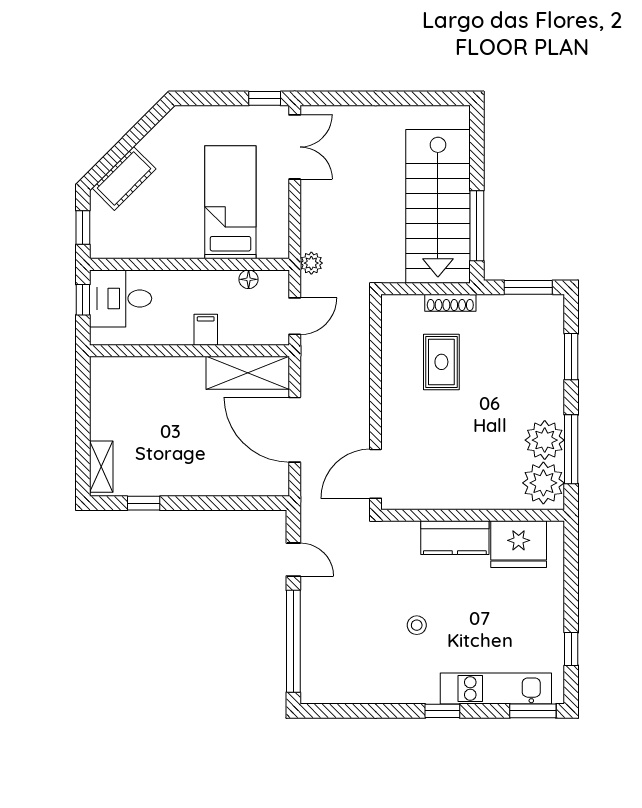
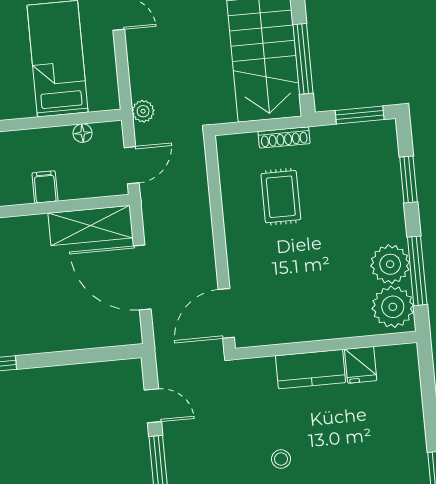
fridge: (519, 544) -> (361, 365), width x0.53, depth x0.75

